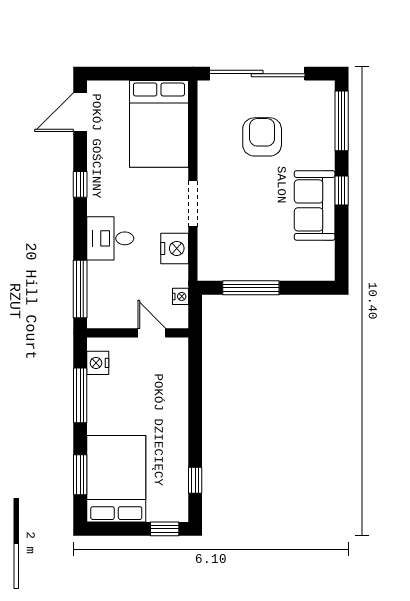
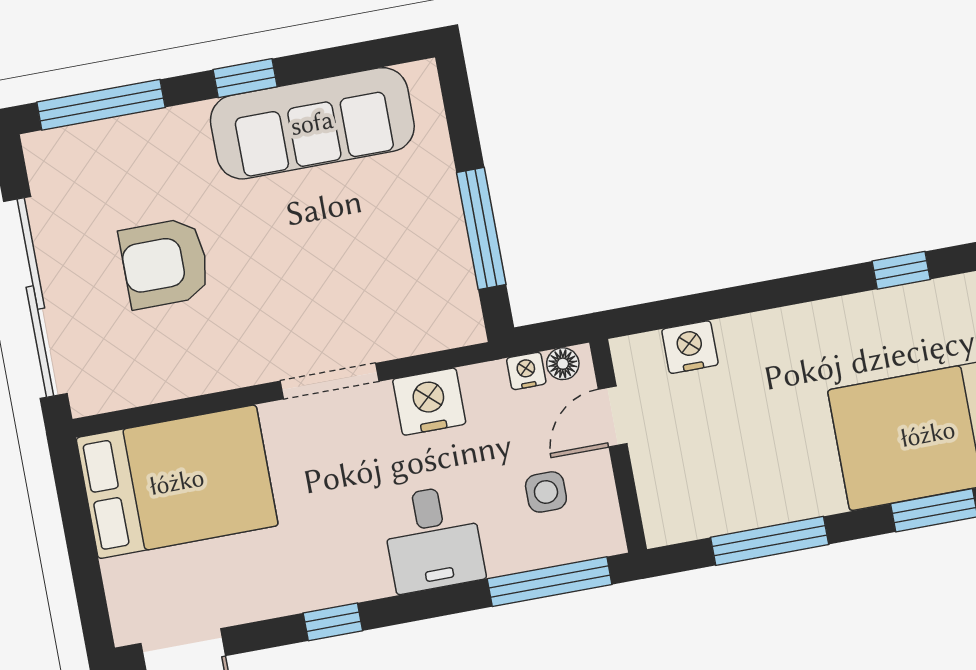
sofa: (315, 205) -> (312, 123), width x1.36
side table: (122, 295) -> (546, 492), added
floor lamp: (181, 314) -> (563, 364), added
nightstand: (98, 363) -> (690, 347), moved, turned 180

